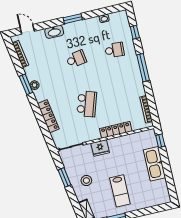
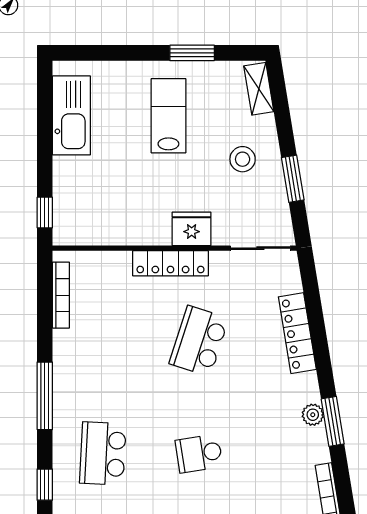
school desk: (115, 50) -> (103, 453), width x1.85
locker: (116, 130) -> (170, 263), moved
kitchen sink: (154, 164) -> (71, 115), moved

